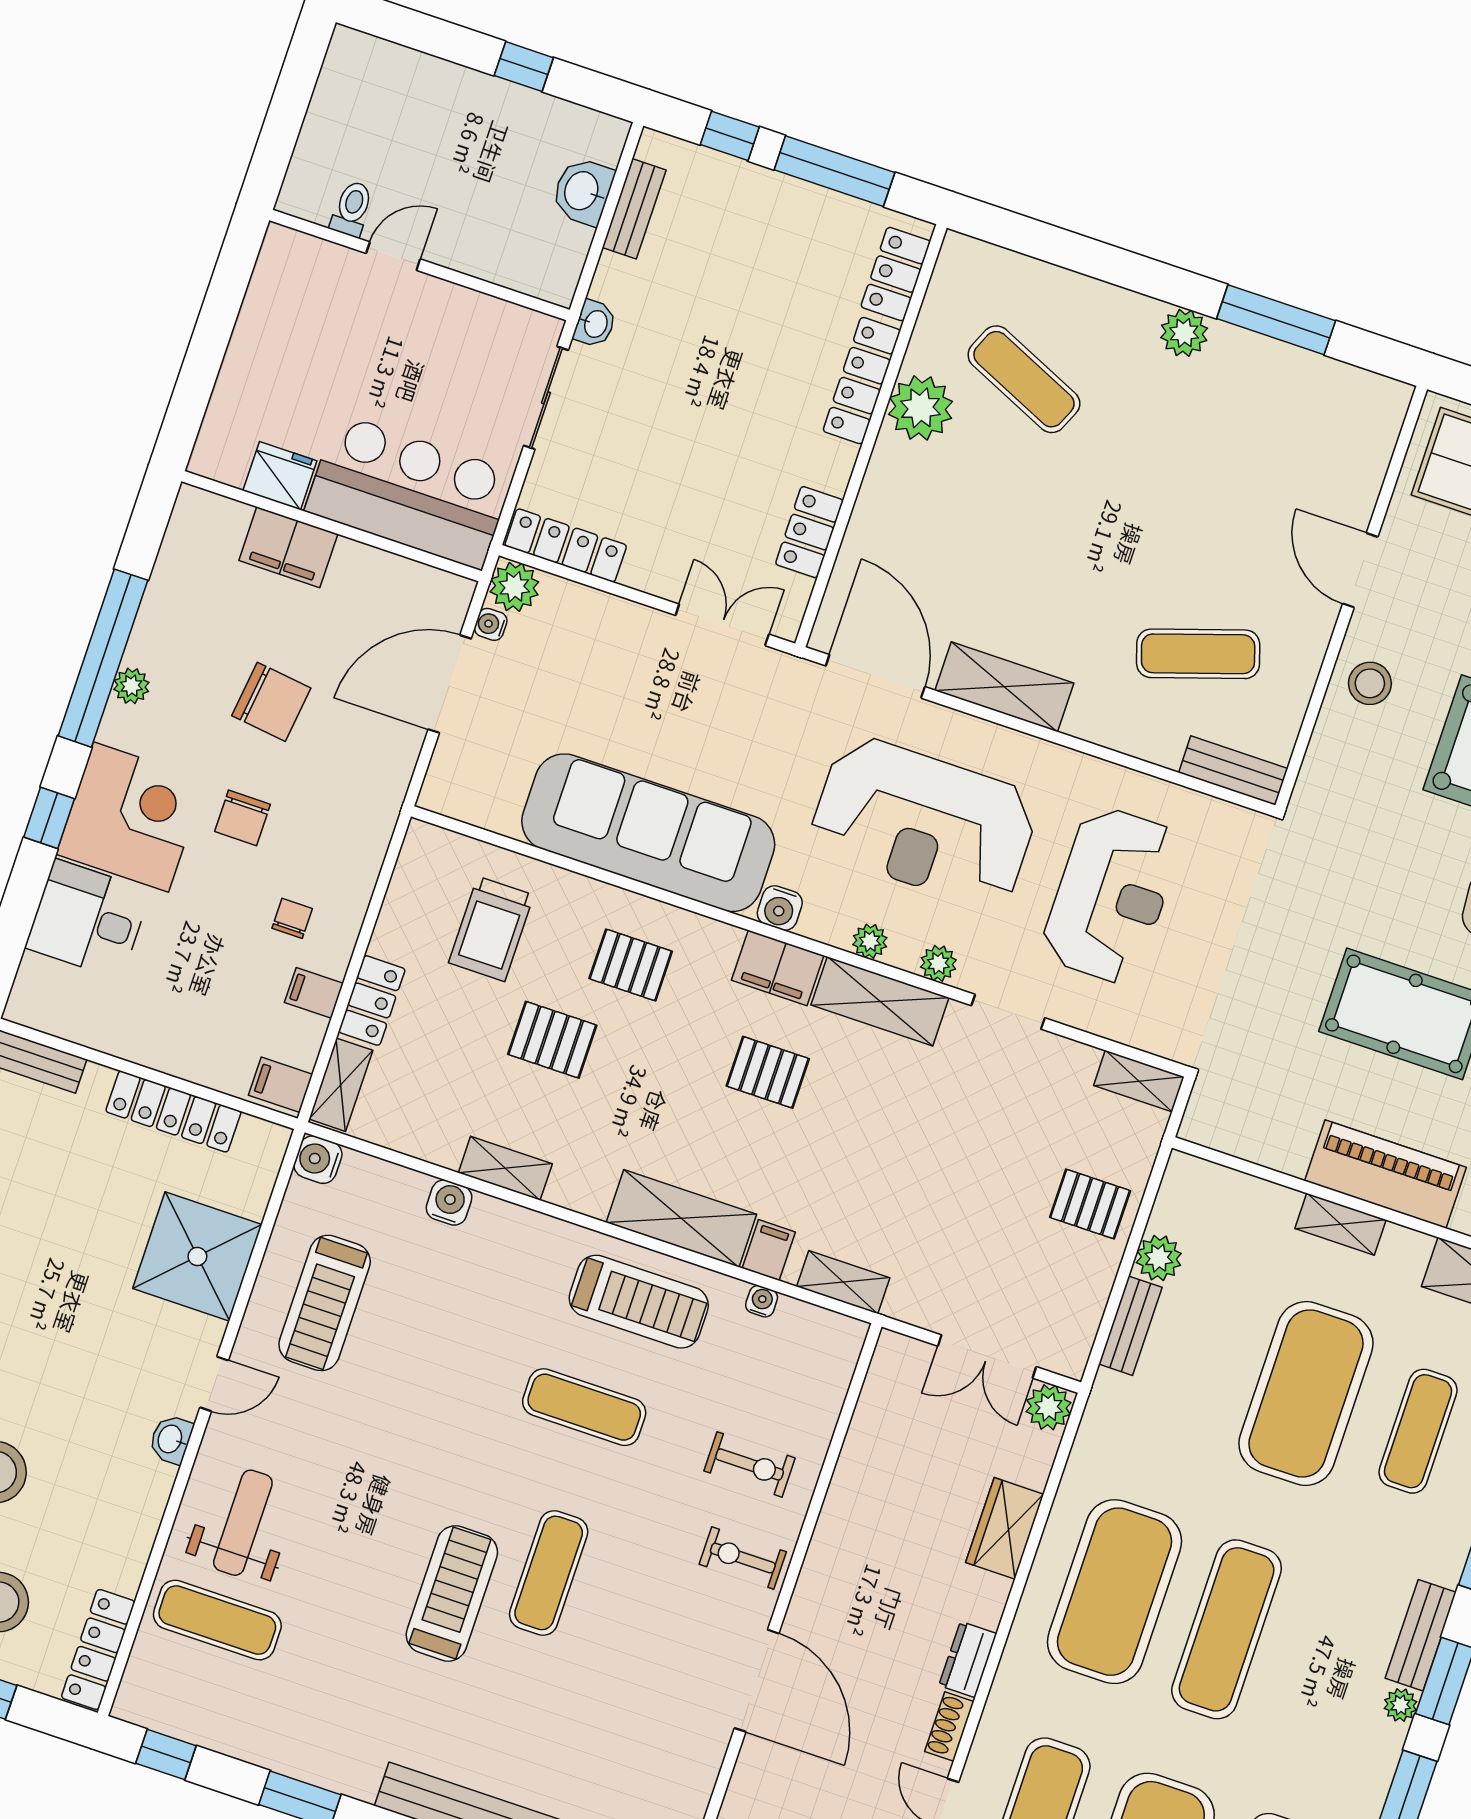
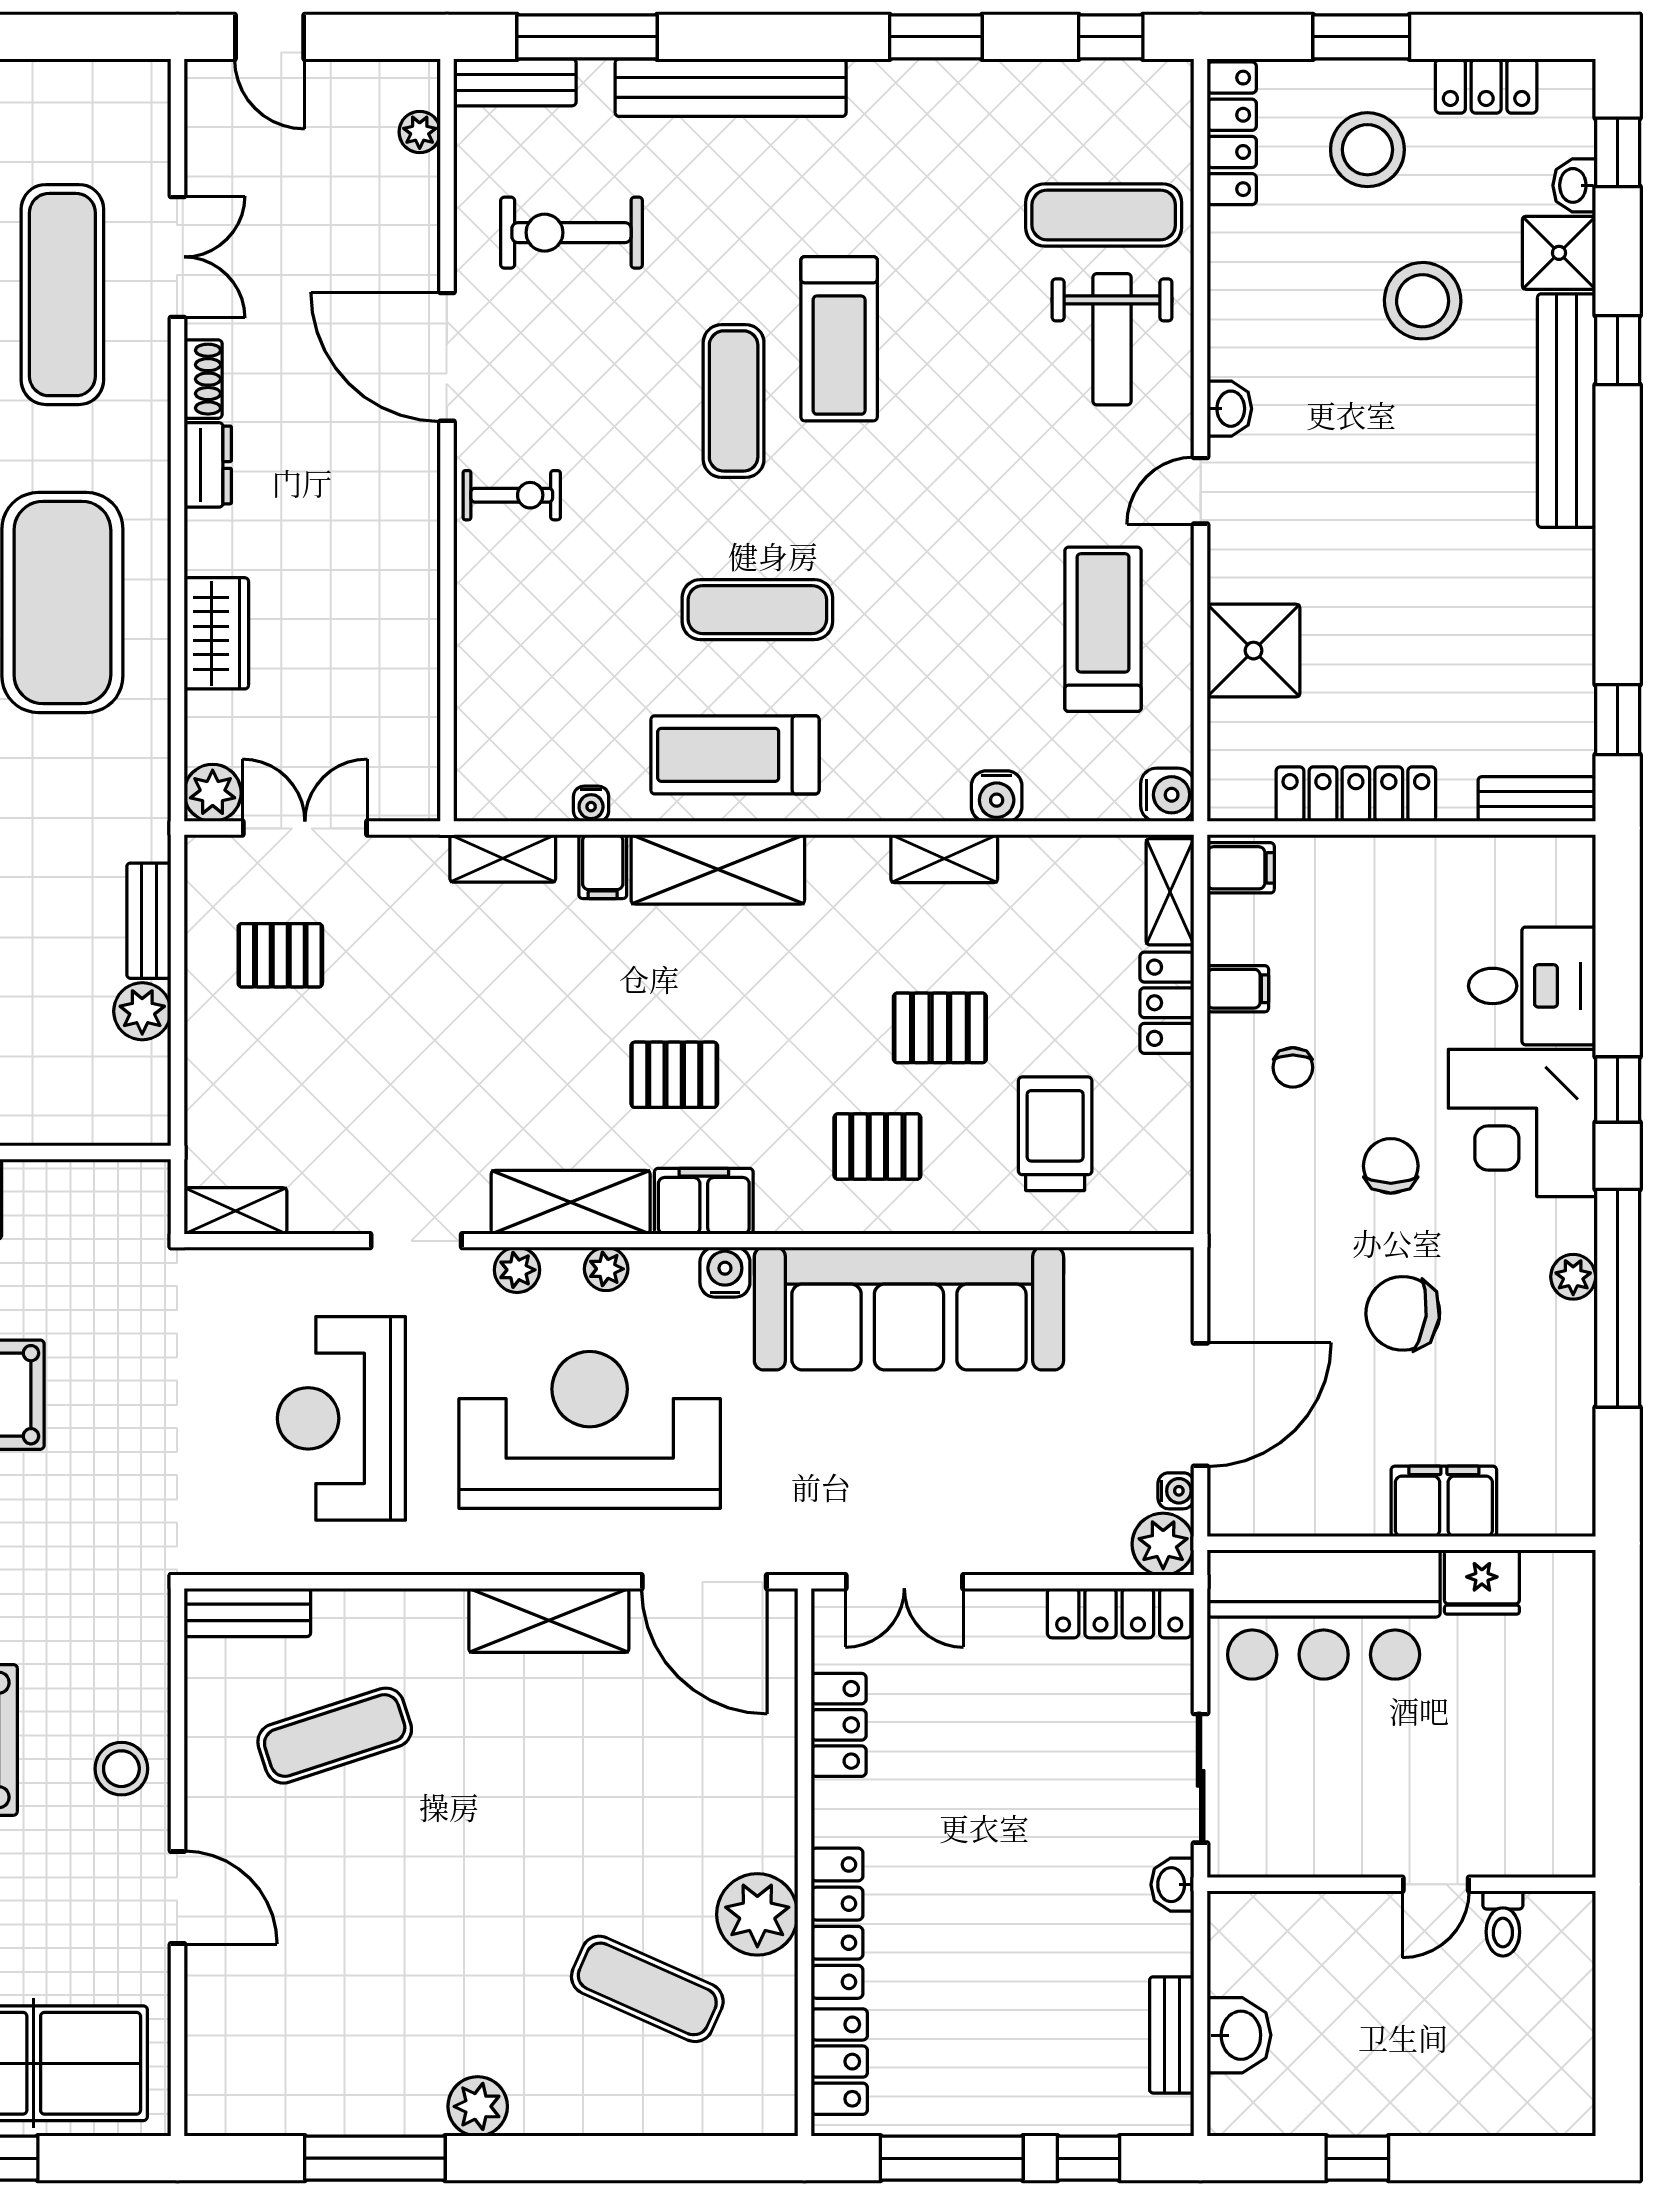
pallet: (1090, 1204) -> (280, 955), moved
shower: (197, 1256) -> (1254, 651), width x0.73, depth x0.73
exercise bike: (750, 1464) -> (571, 233), moved, width x1.38, depth x1.39

